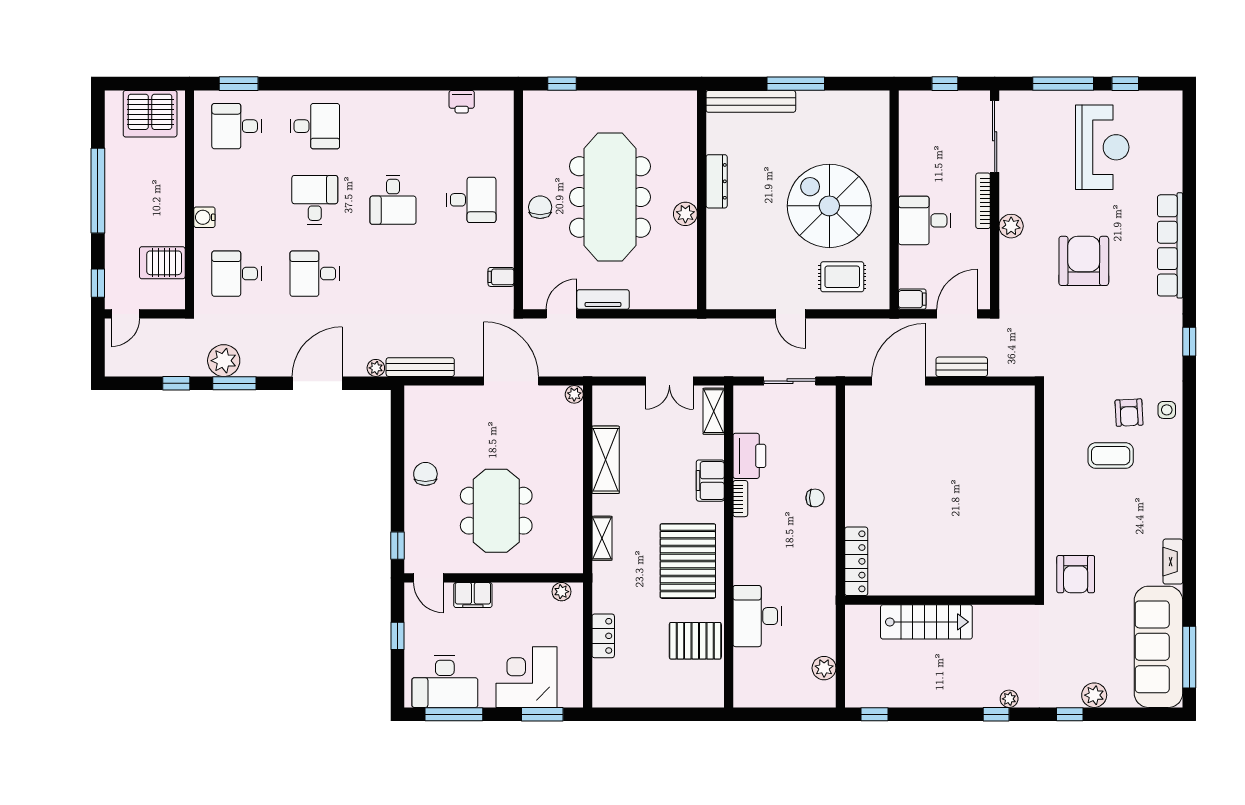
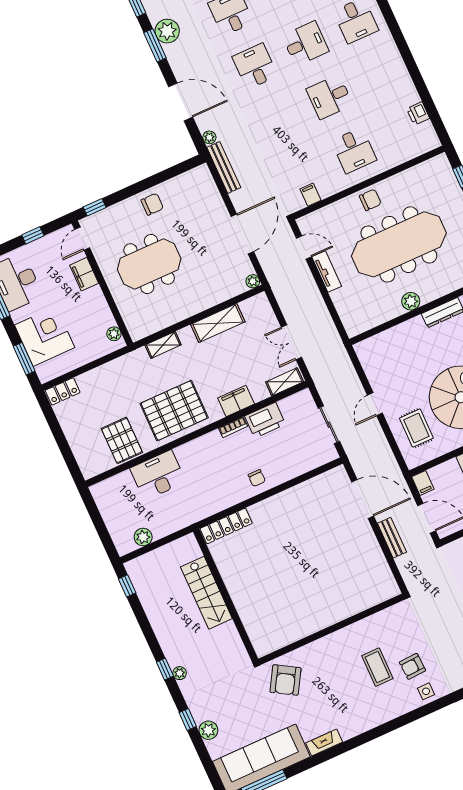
armchair: (1076, 574) -> (285, 680), turned -59
locker: (603, 636) -> (63, 391), moved

